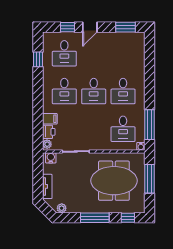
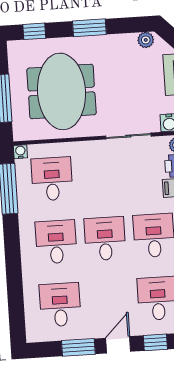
window: (125, 27) -> (78, 347), moved
desk: (123, 53) -> (60, 305), added
meeting table: (114, 181) -> (61, 91), turned 90
window: (95, 218) -> (89, 28), width x0.69

